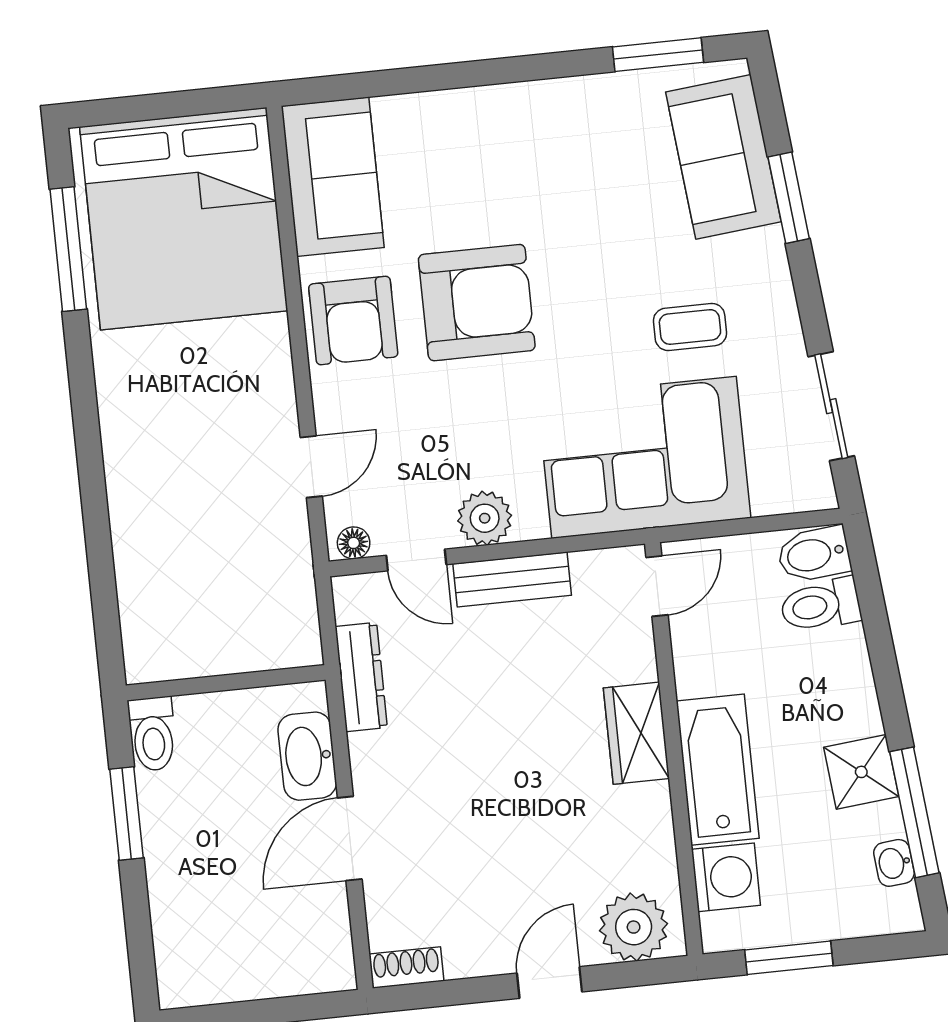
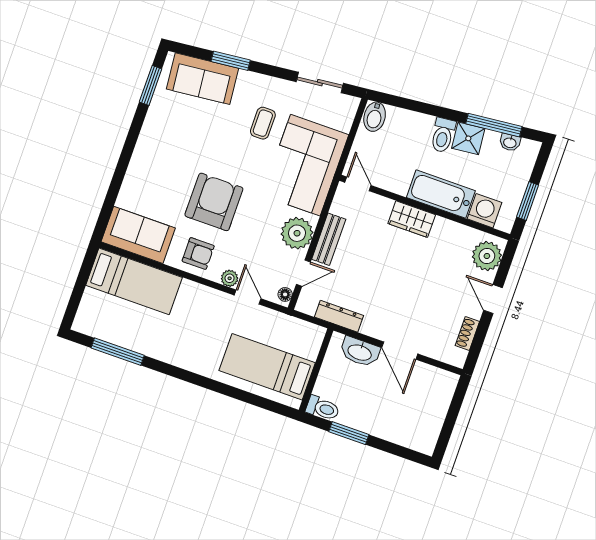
bed: (184, 219) -> (134, 281), width x0.49
armchair: (353, 321) -> (198, 253), width x0.72, depth x0.72
plant: (332, 411) -> (230, 278), added
plant: (485, 518) -> (297, 233), width x1.36, depth x1.36
bed: (185, 577) -> (267, 367), added
toilet: (820, 605) -> (443, 135), moved
shoe rack: (406, 968) -> (467, 333), moved

